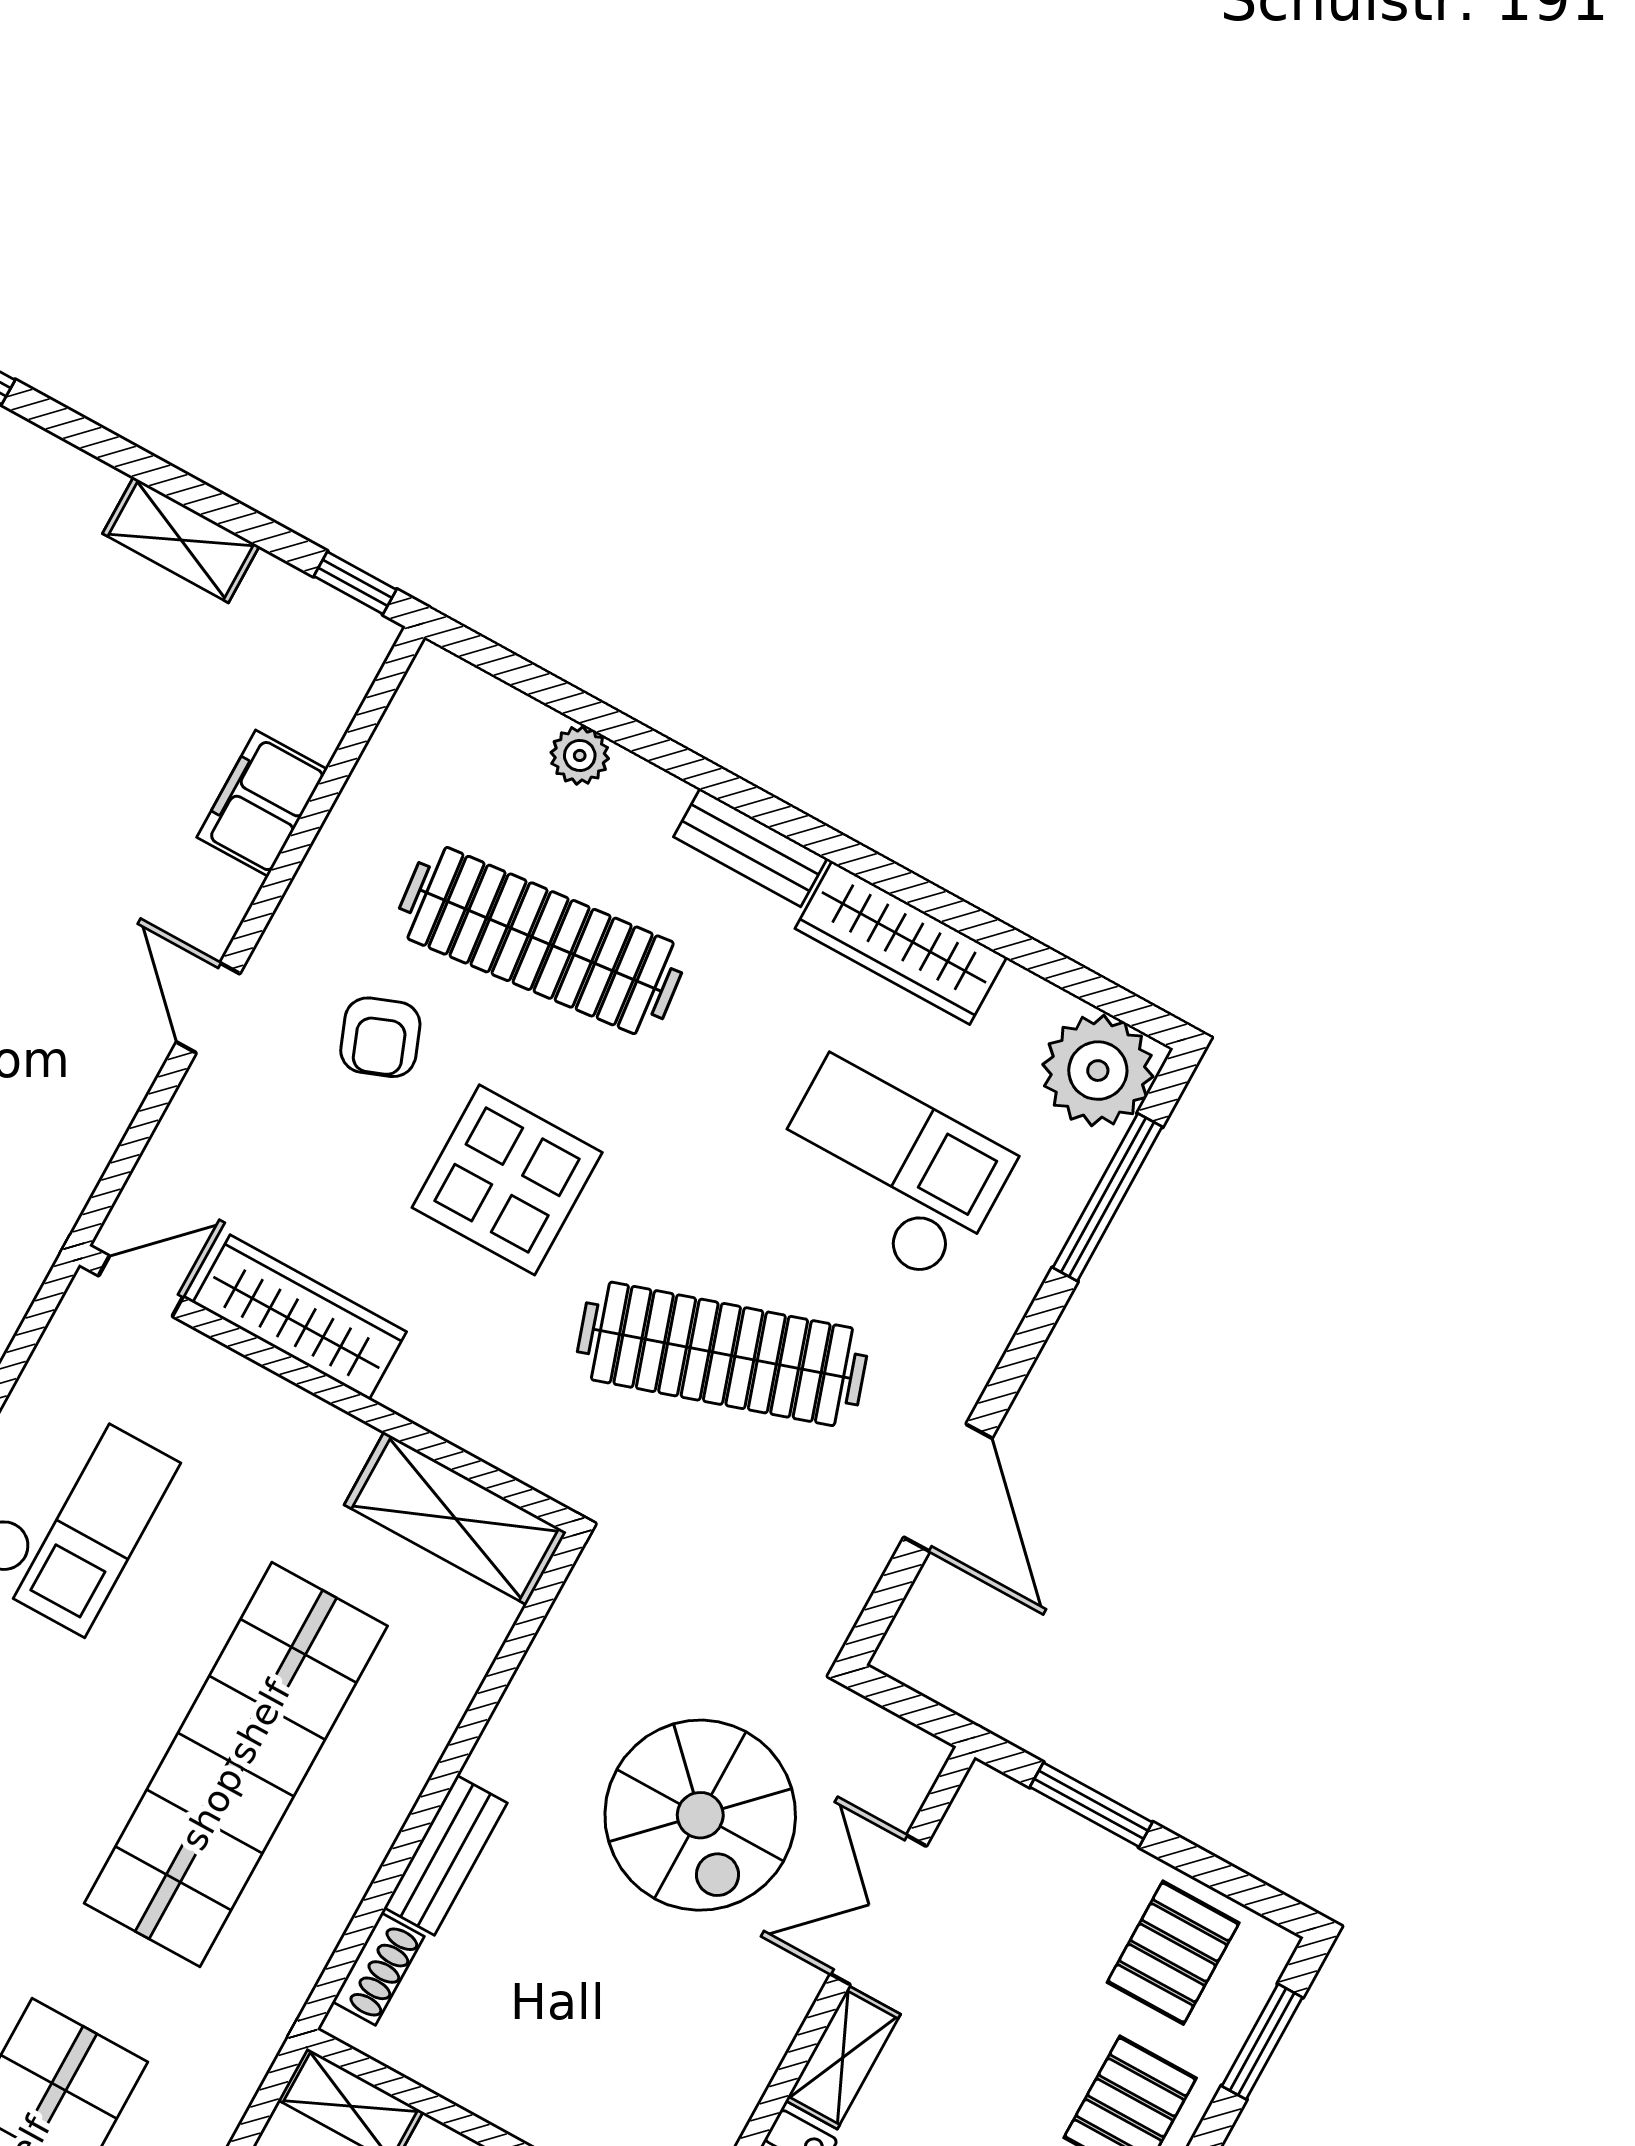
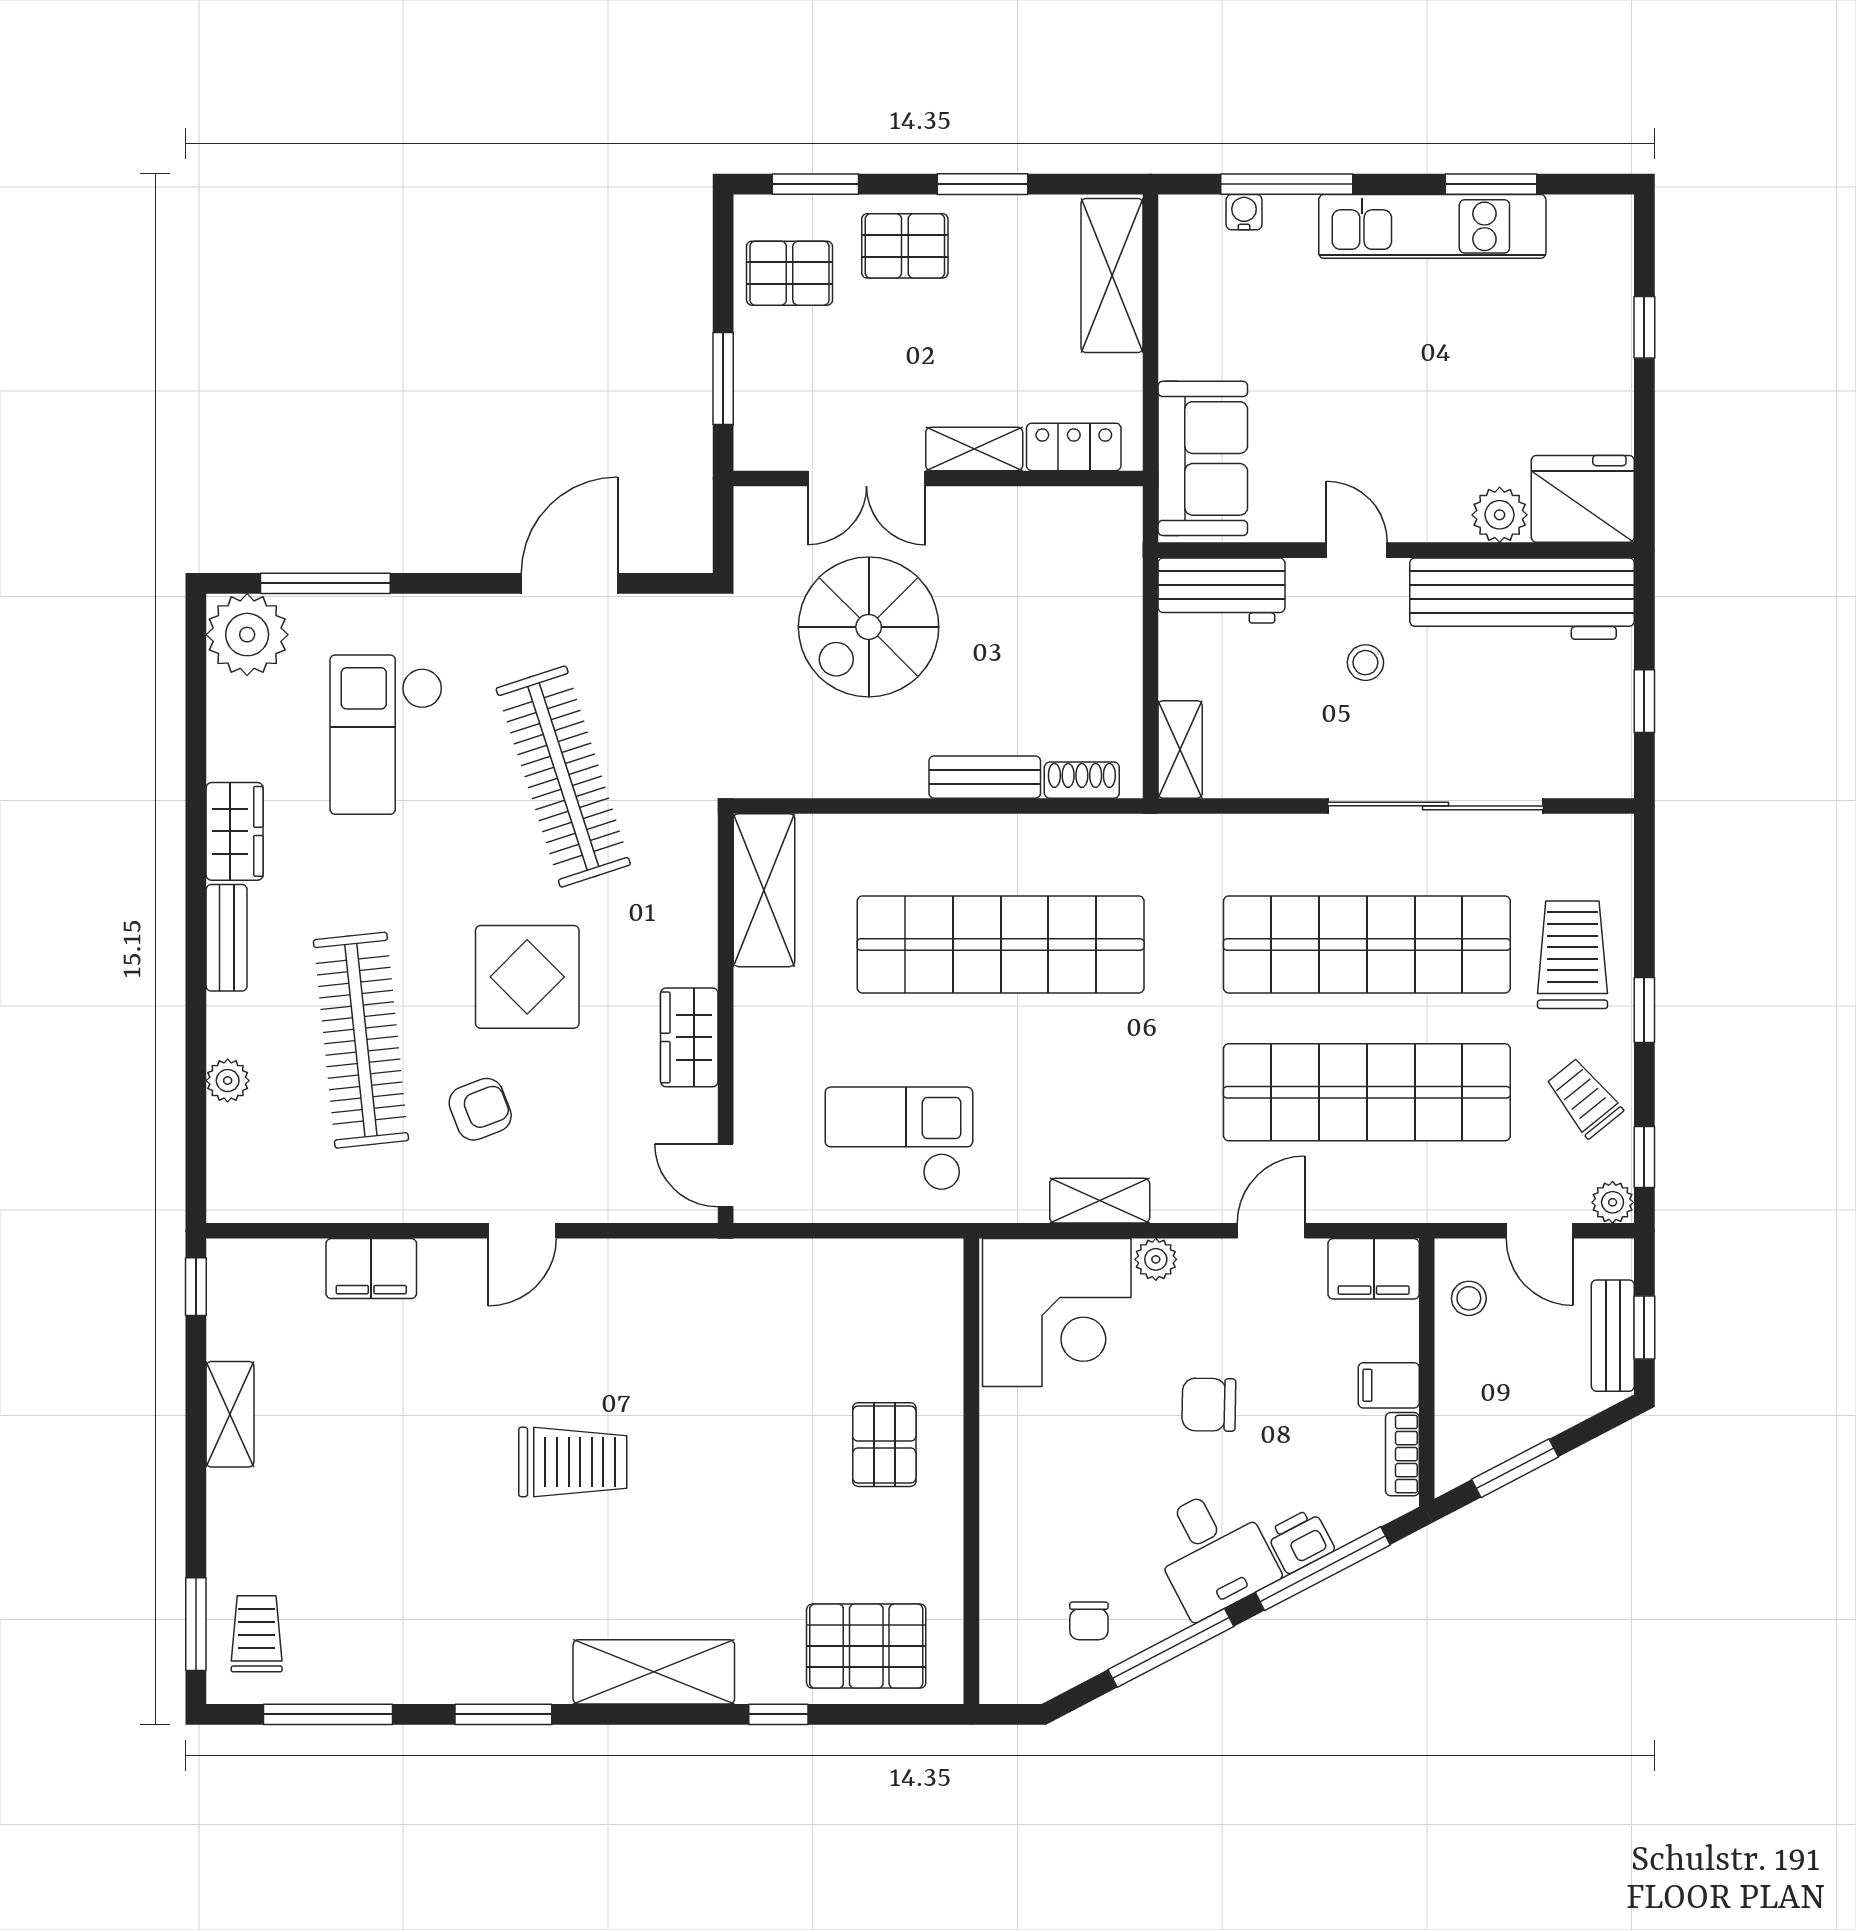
wardrobe: (901, 943) -> (235, 831), width x0.67
wardrobe: (300, 1317) -> (689, 1037), width x0.67
spiral stairs: (700, 1815) -> (869, 627), turned 180

